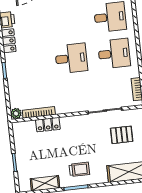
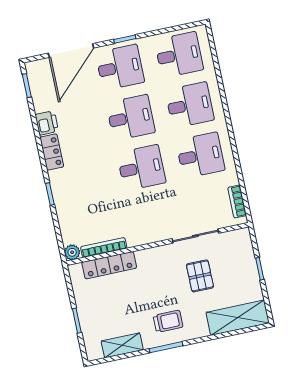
desk: (67, 22) -> (131, 118), added
locker: (48, 125) -> (109, 265), width x1.53
pallet: (122, 135) -> (200, 276), moved, turned 90

